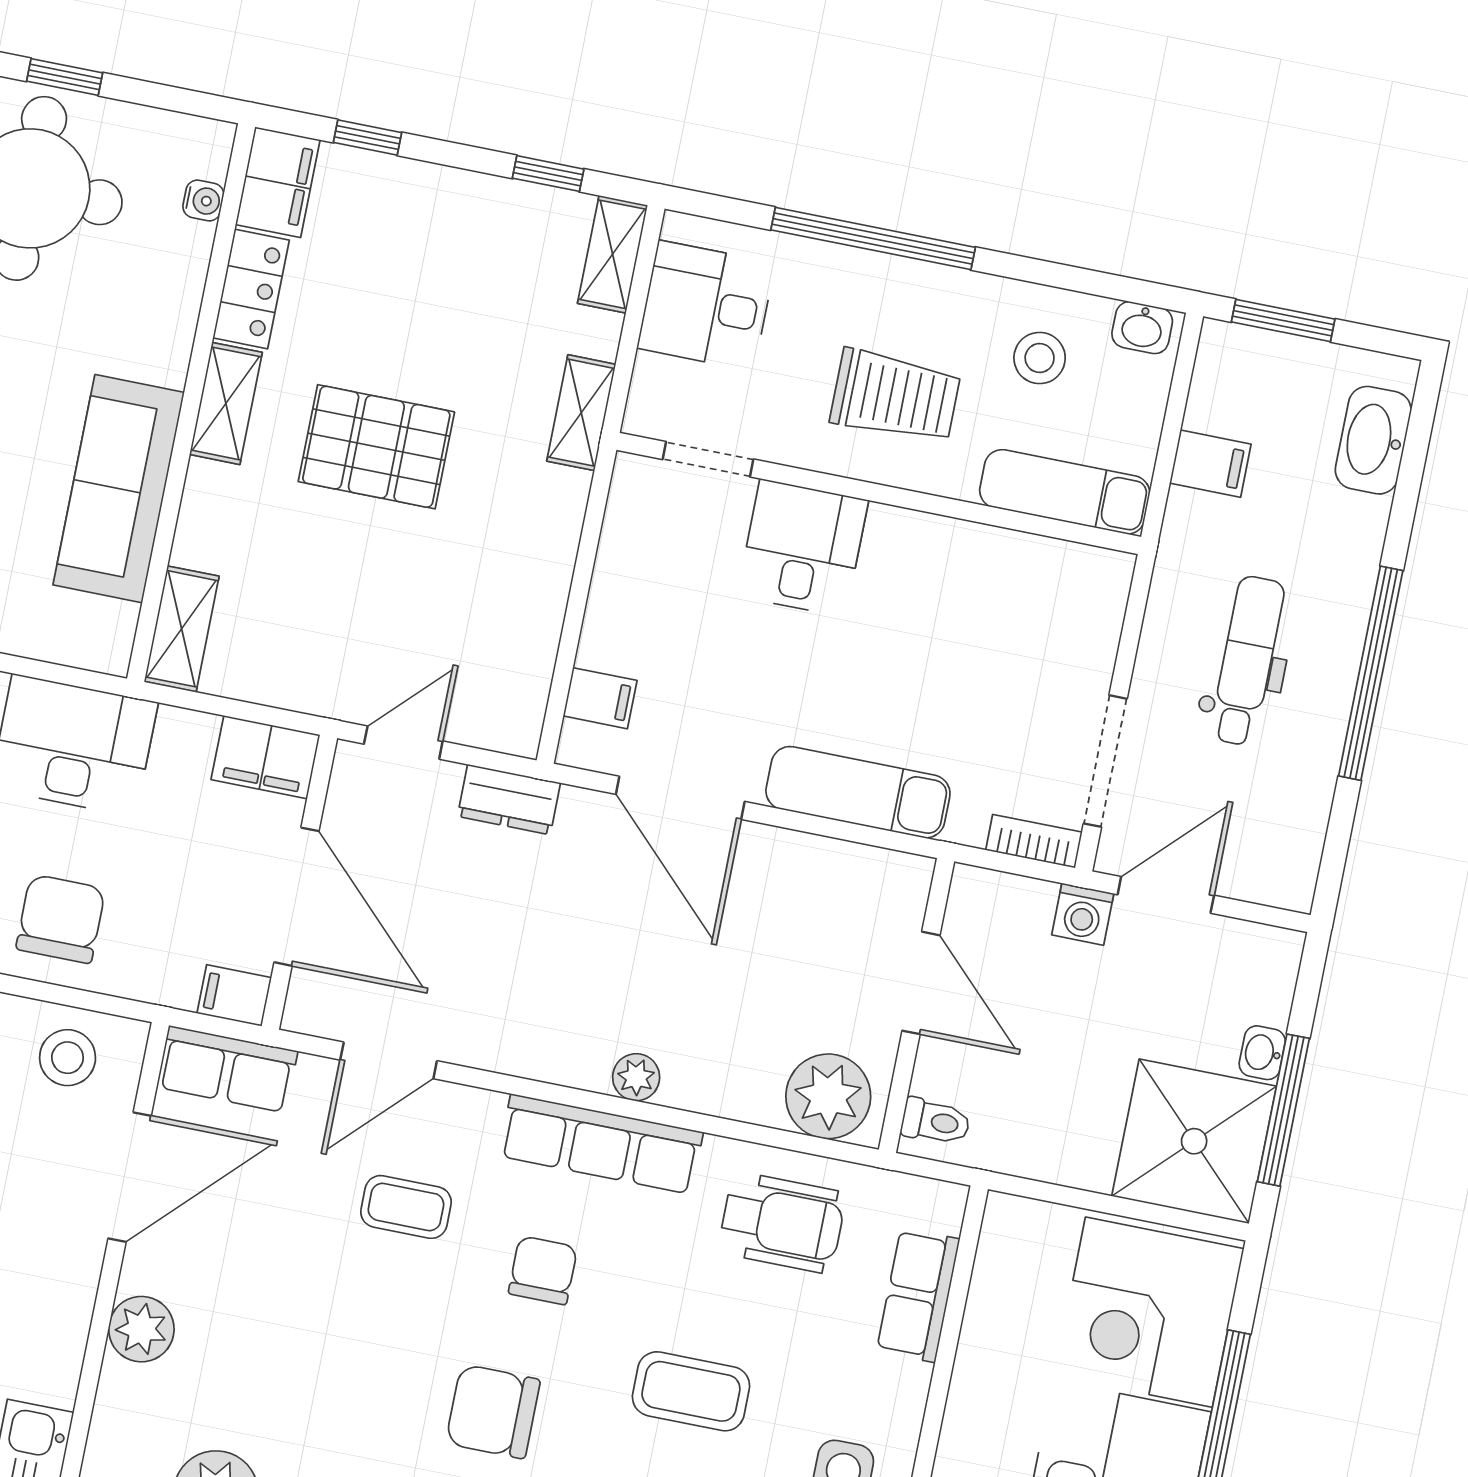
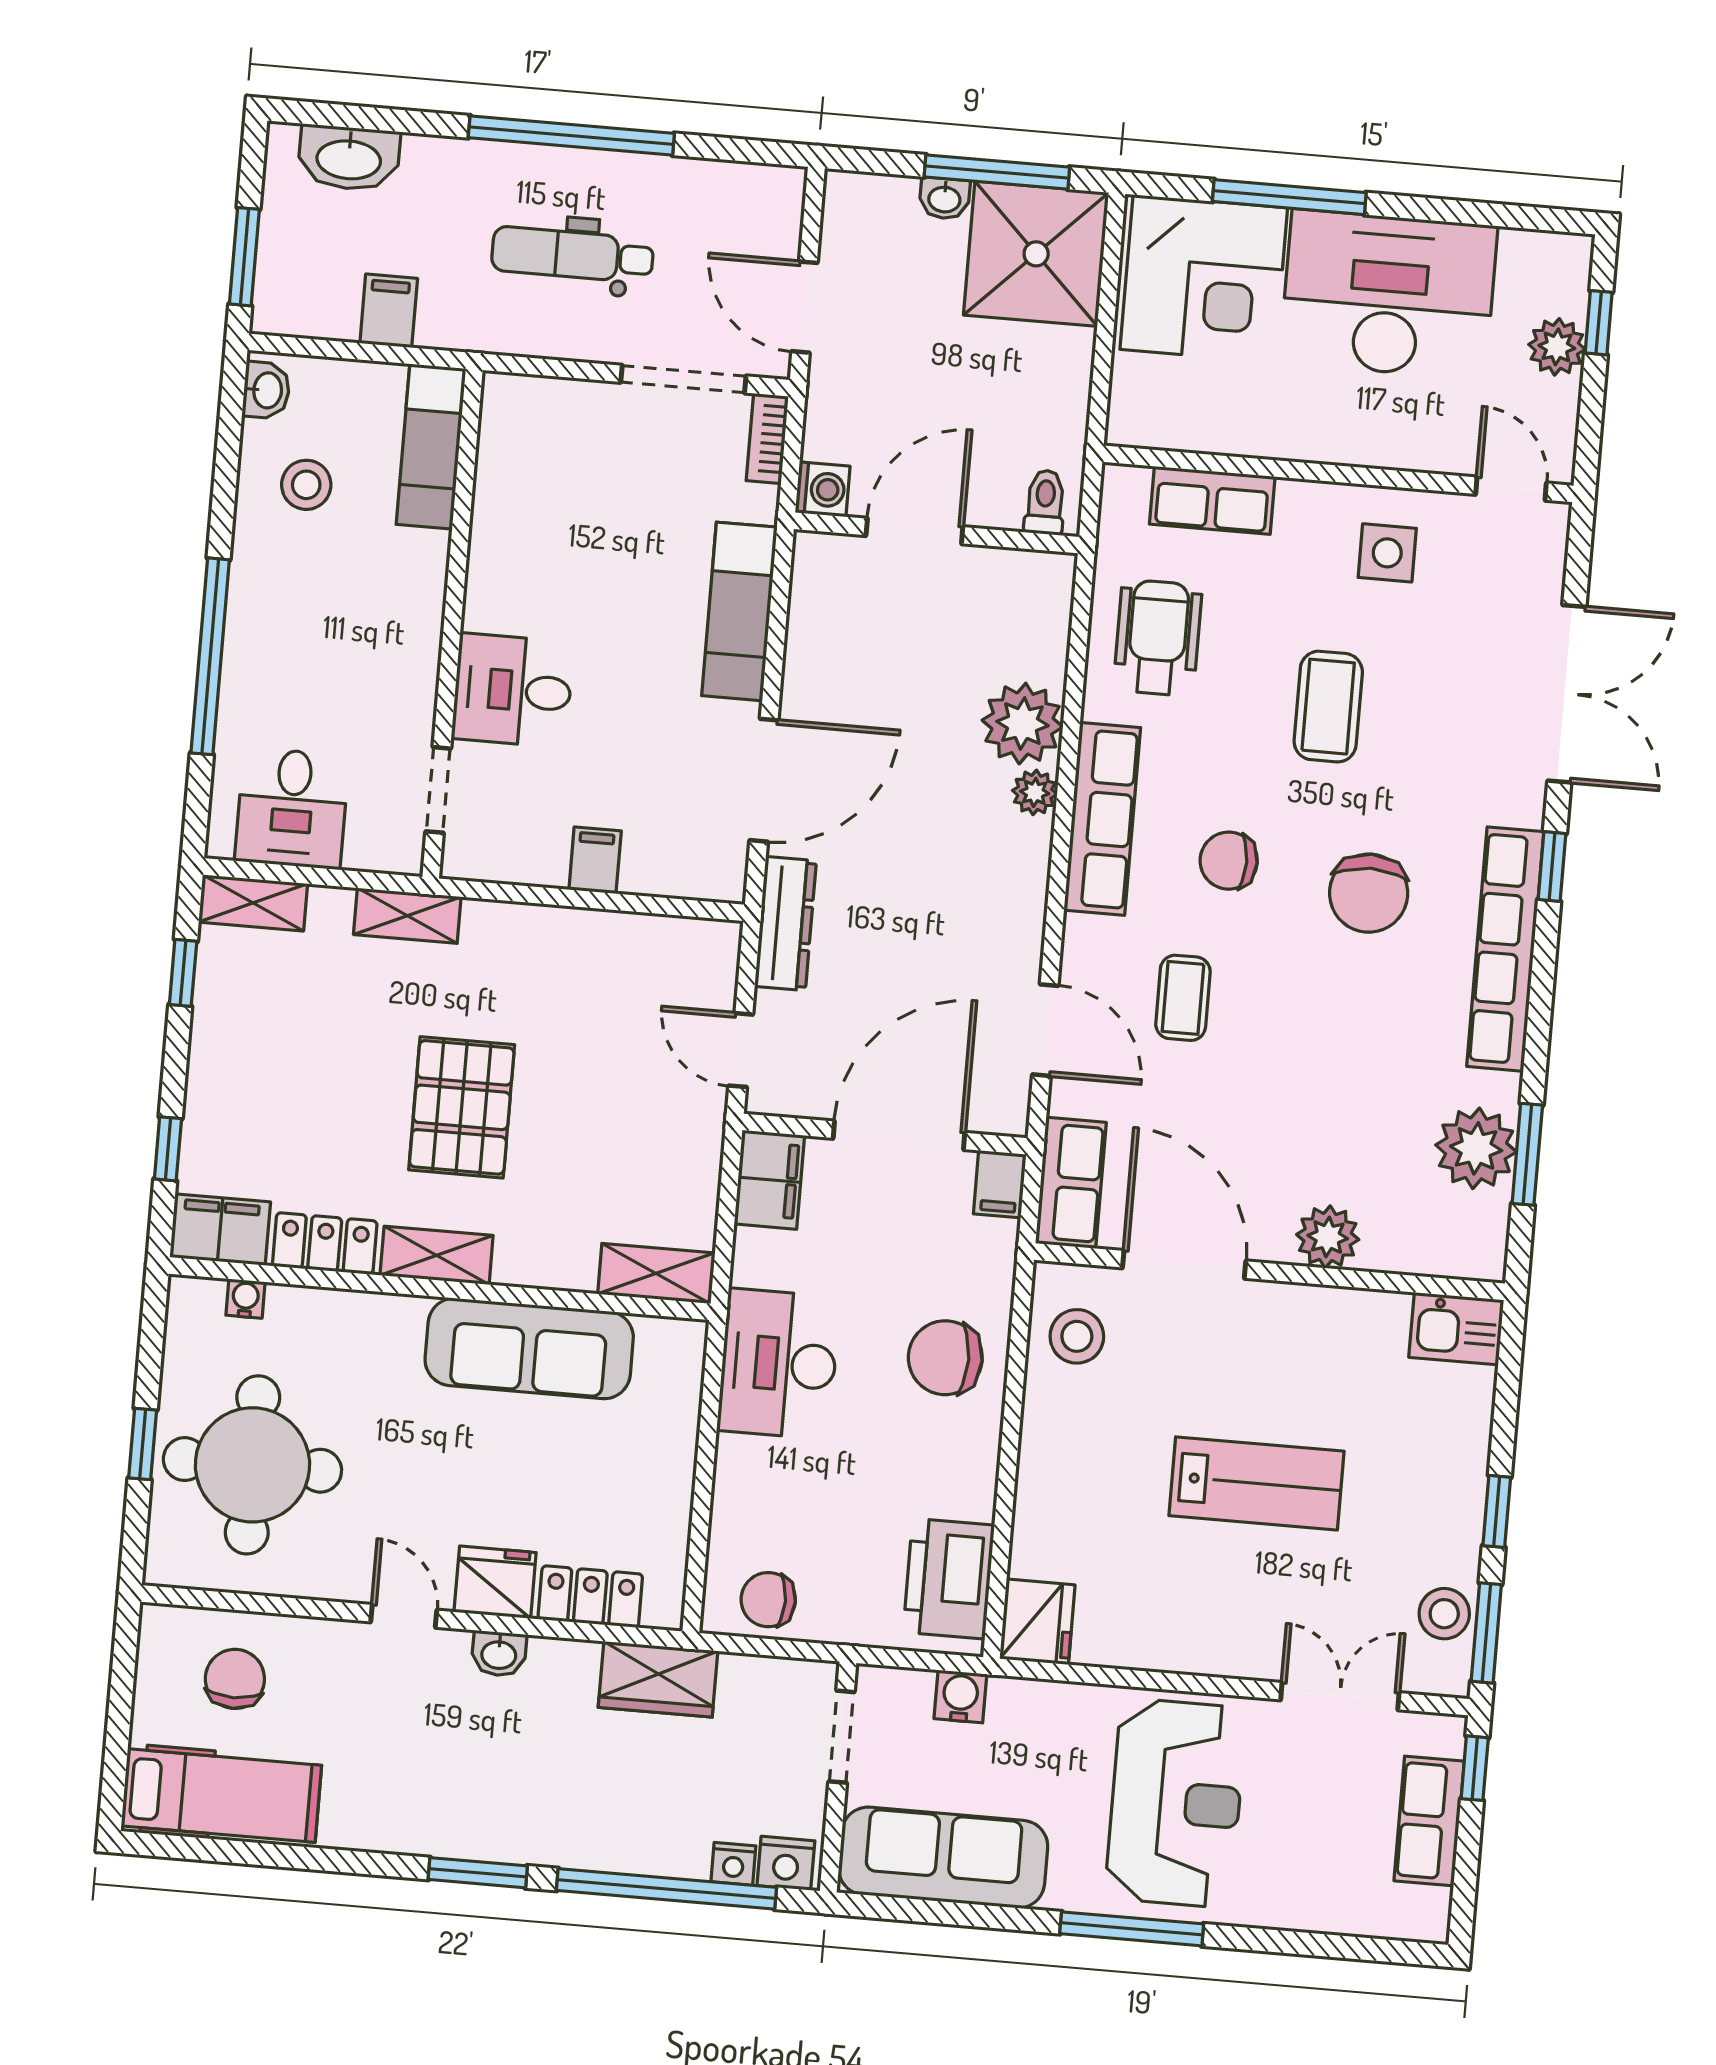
trolley: (895, 396) -> (358, 618), removed
filing cabinet: (600, 698) -> (595, 860), moved
dresser: (509, 800) -> (785, 924), width x1.44
washing machine: (1083, 914) -> (823, 489), moved
plant: (828, 1096) -> (1022, 724), moved

